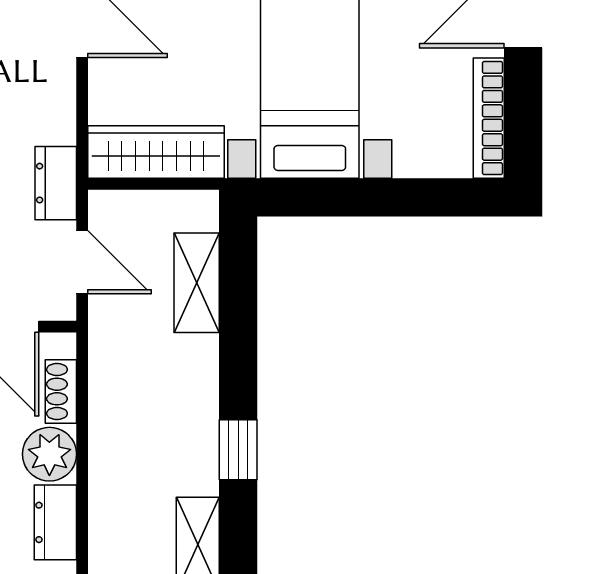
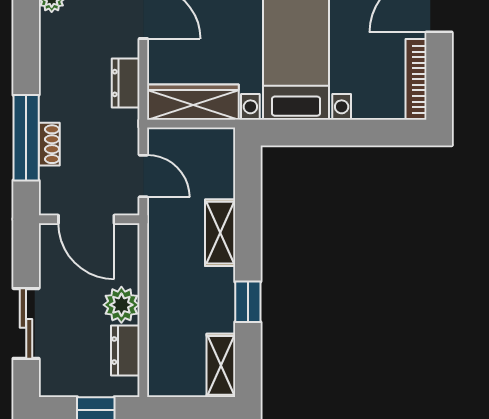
dresser: (56, 183) -> (126, 83), moved
shelving: (197, 283) -> (220, 233), moved
shoe rack: (61, 392) -> (129, 263), removed

